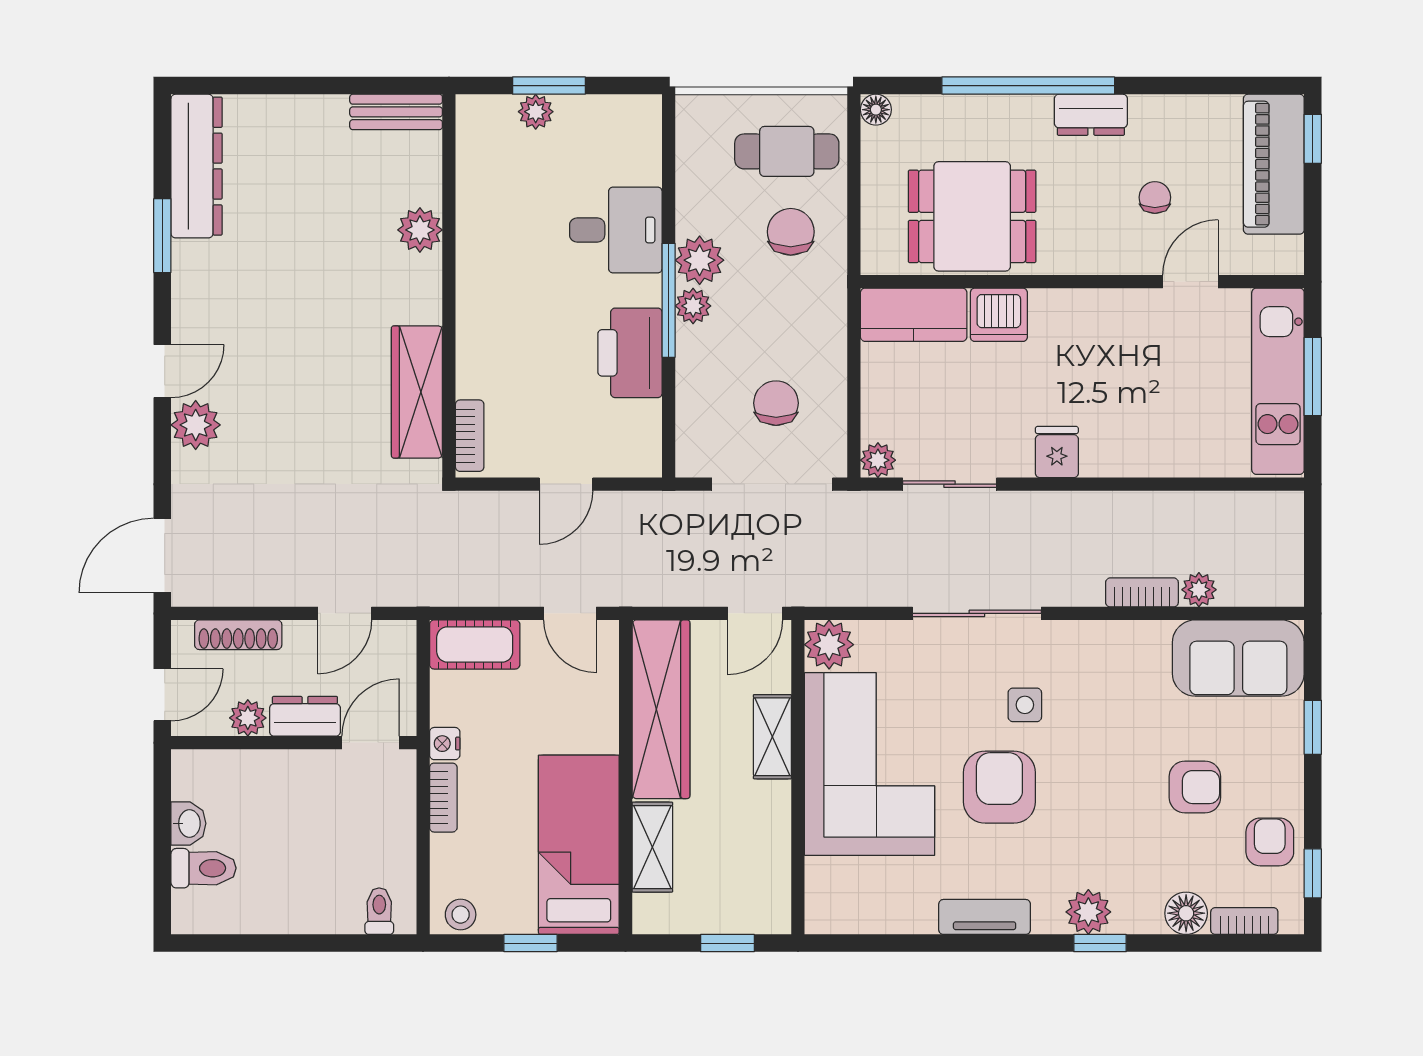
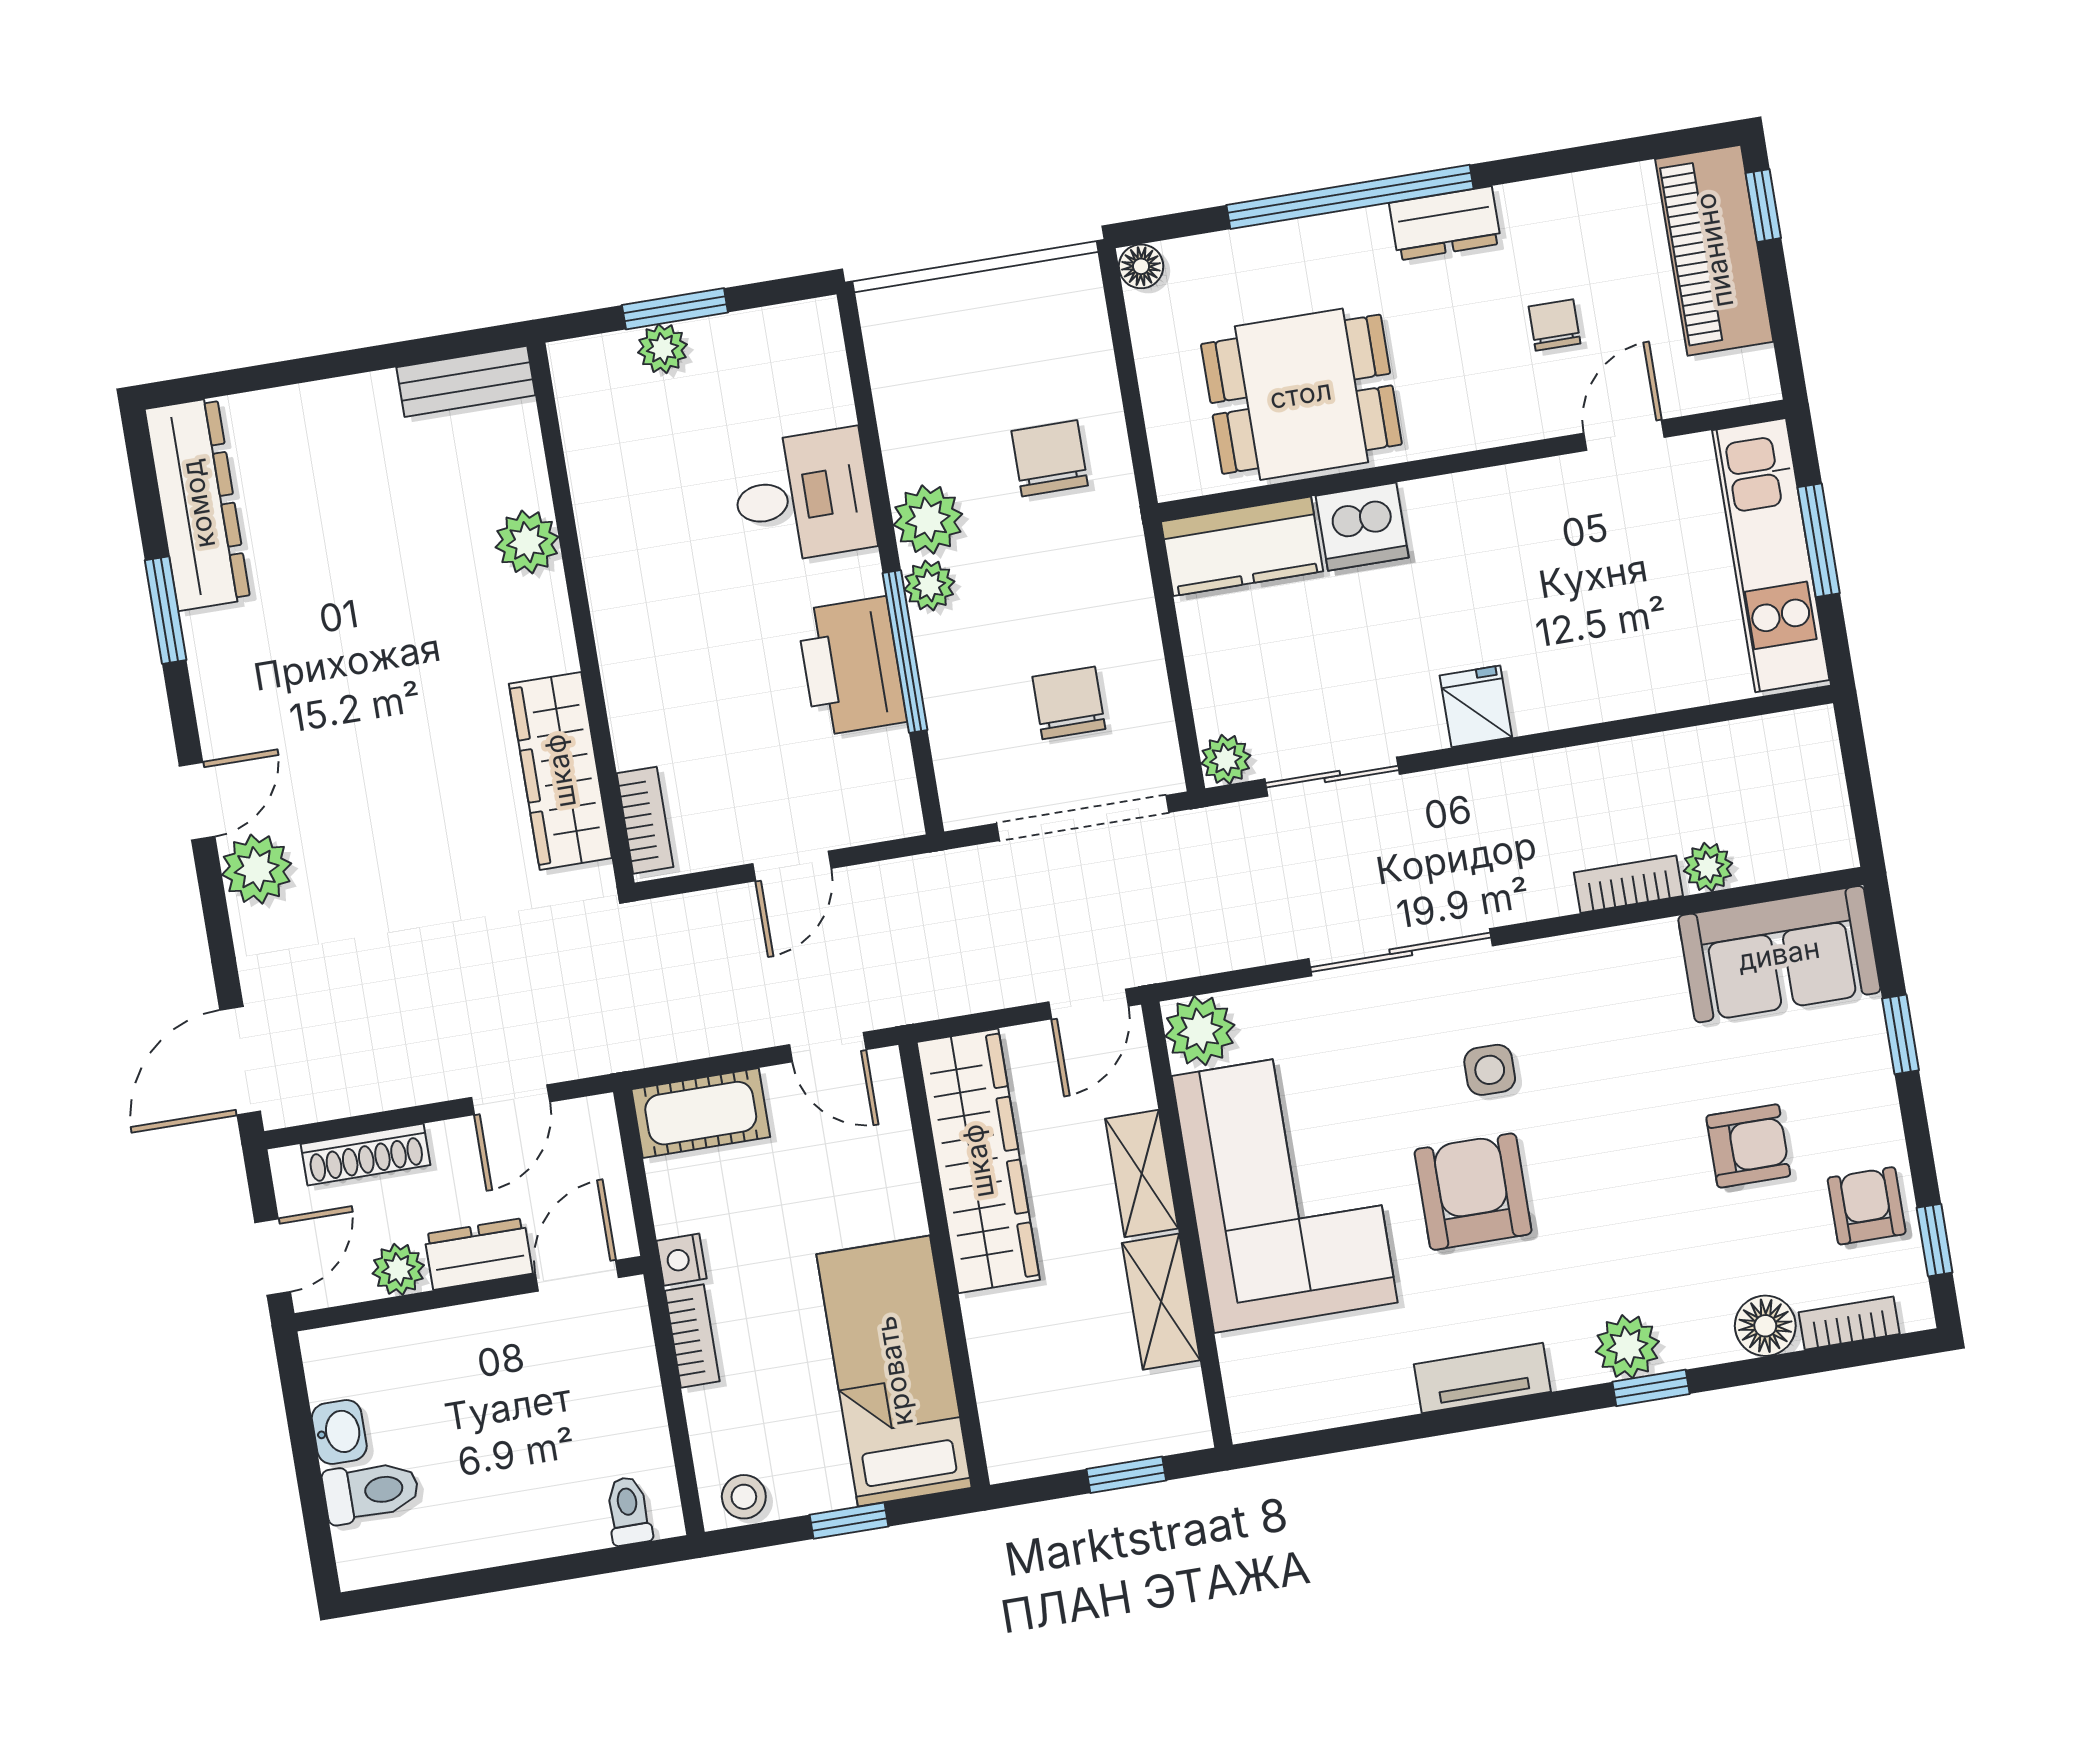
cafe table: (787, 151) -> (1025, 346), removed
window: (669, 300) -> (905, 651), moved
shelving: (652, 847) -> (1161, 1302), moved

